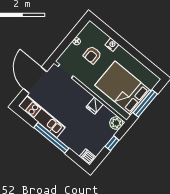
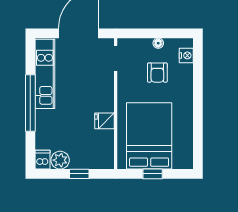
nightstand: (112, 45) -> (186, 55), moved
armchair: (92, 55) -> (157, 73), turned -90
window: (145, 103) -> (153, 174), width x0.46
plant: (116, 123) -> (60, 160), moved

